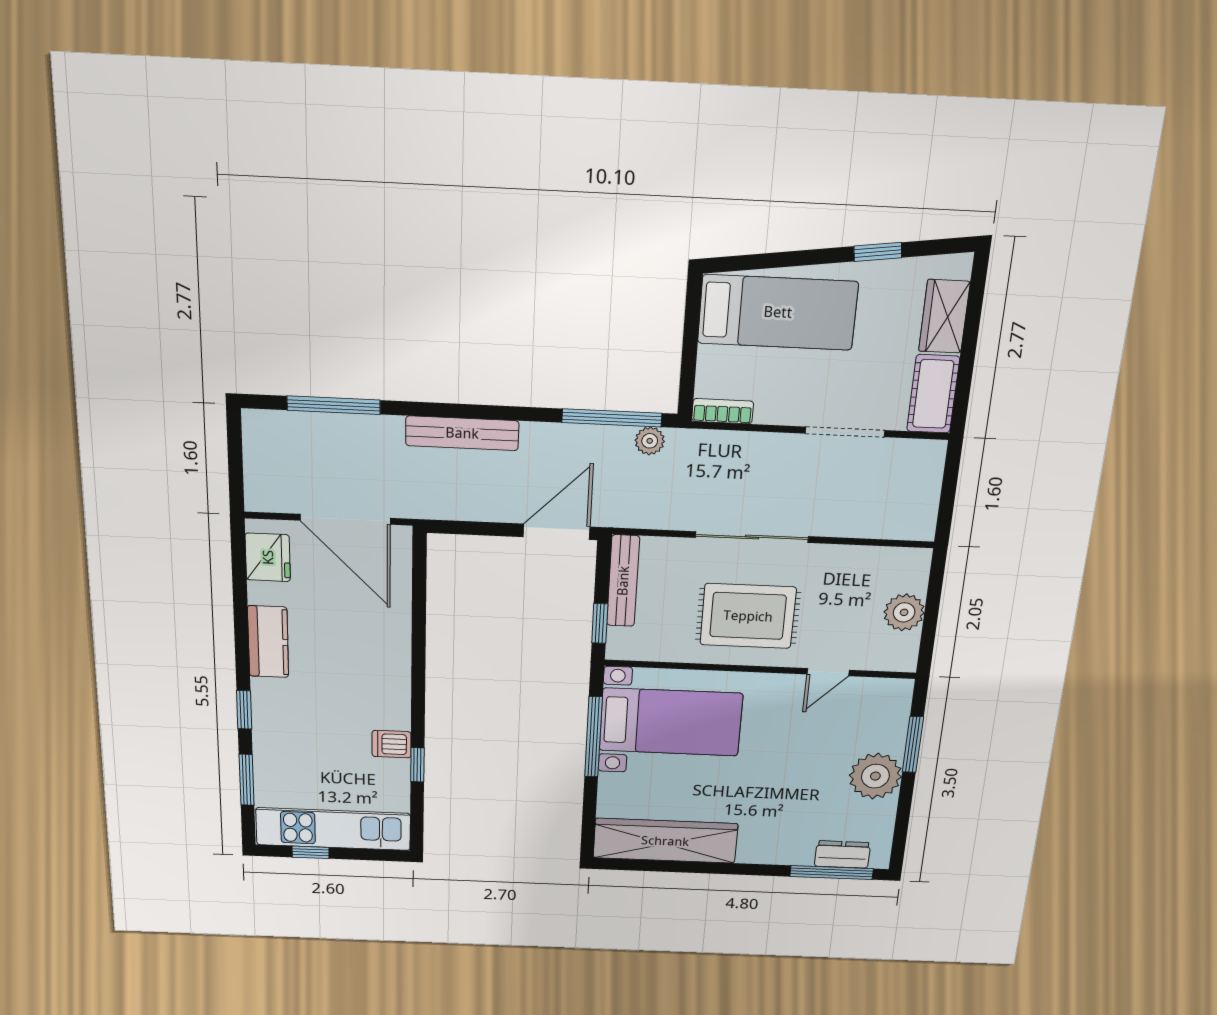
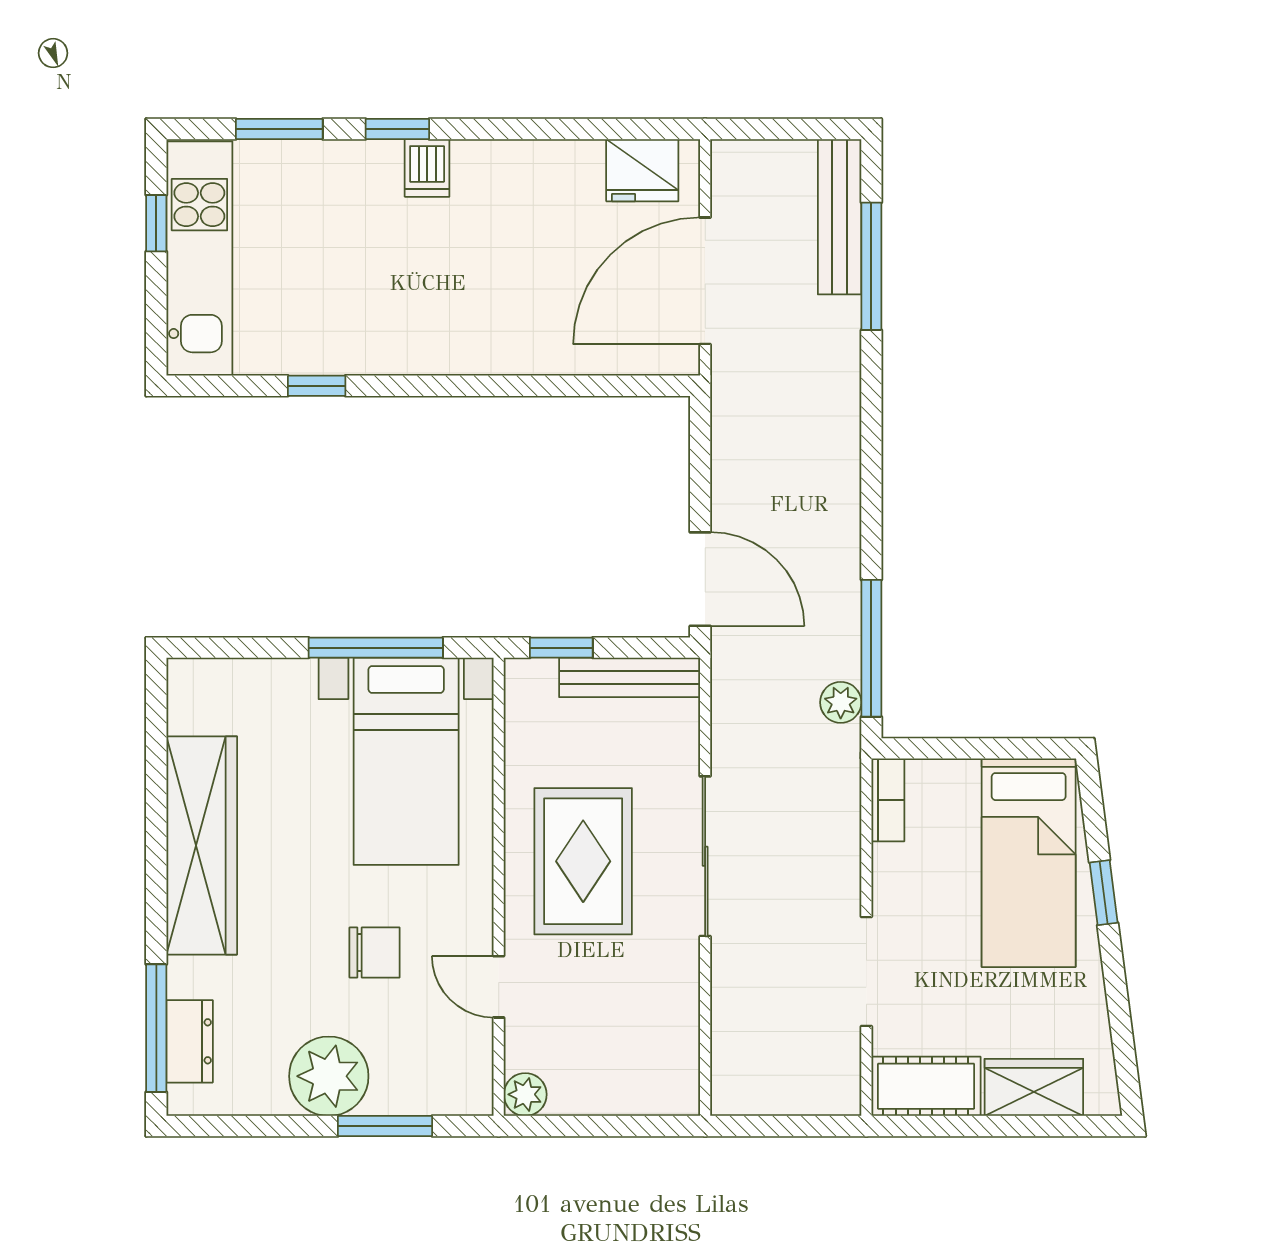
window: (878, 252) -> (1104, 893), moved
bench: (462, 433) -> (840, 217), moved
plant: (904, 612) -> (525, 1094), moved, width x0.73, depth x0.73
kitchen counter: (268, 642) -> (510, 167), removed
dishwasher: (391, 744) -> (427, 168), moved, turned 180
chair: (797, 746) -> (375, 952), added
wardrobe: (665, 841) -> (202, 845), moved

